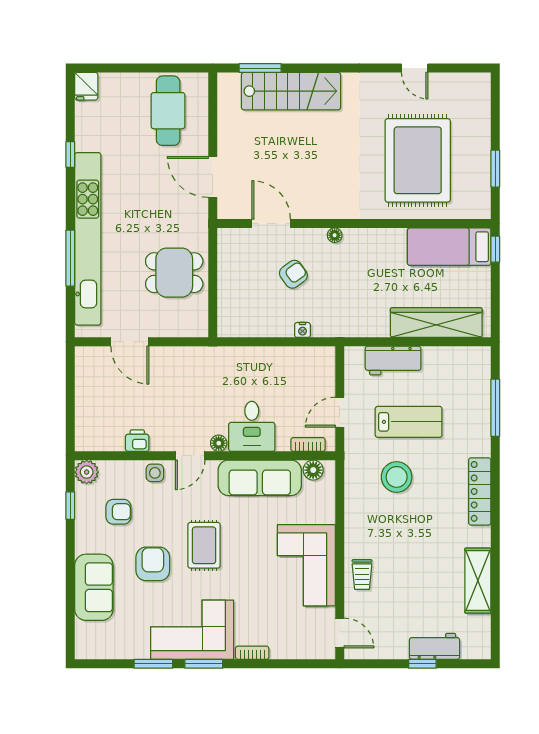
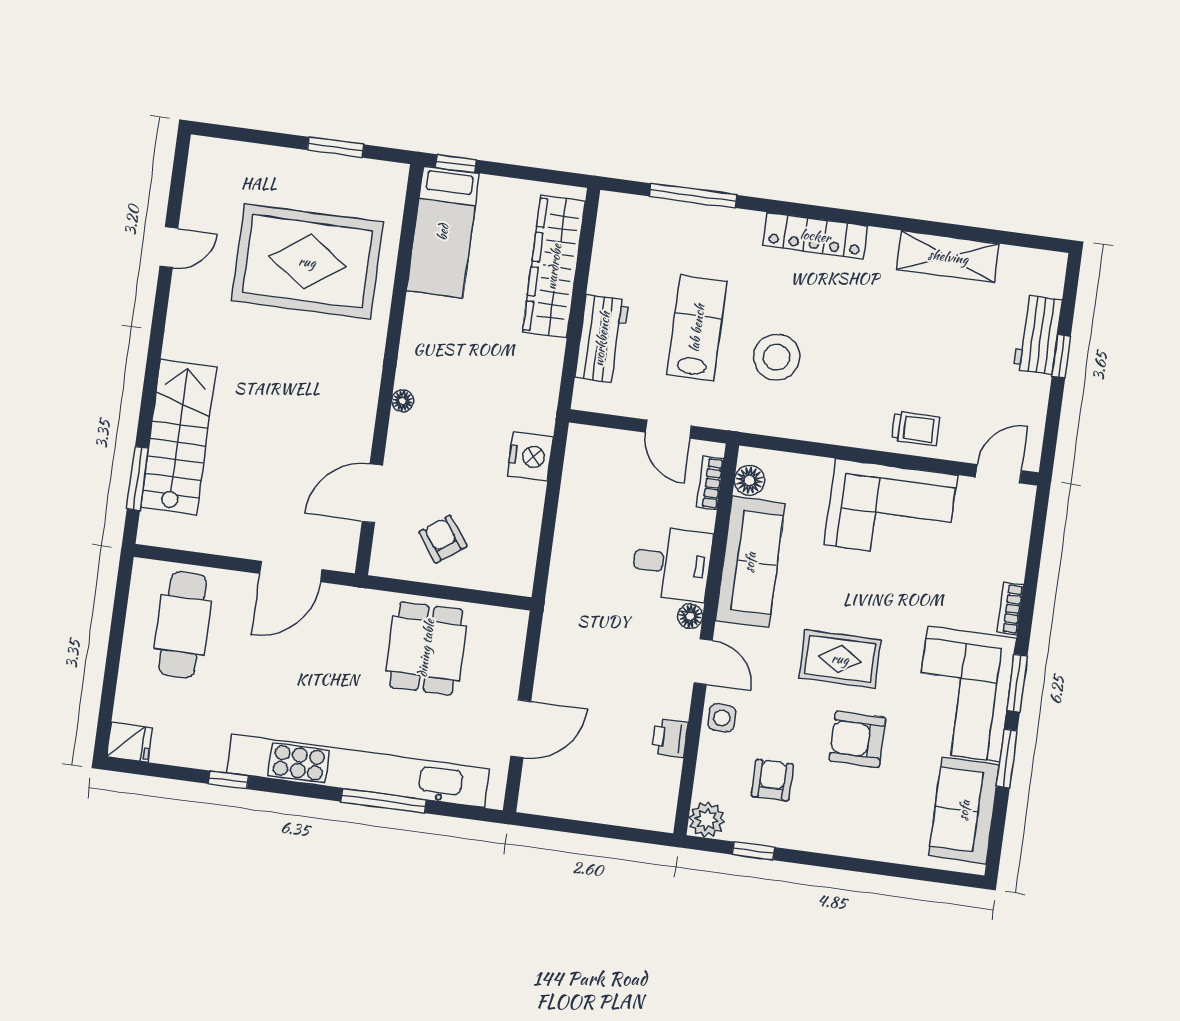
cafe table: (168, 111) -> (183, 625), turned 90
armchair: (293, 274) -> (443, 539), moved
nightstand: (303, 330) -> (530, 456), width x1.89, depth x1.79
sofa: (94, 587) -> (964, 810), moved, turned -90

